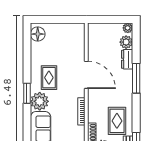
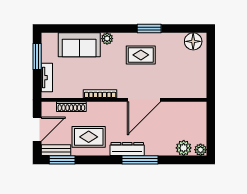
dresser: (127, 59) -> (127, 149), moved, width x1.44
window: (27, 93) -> (149, 29), moved
plant: (40, 101) -> (107, 39), width x0.53, depth x0.53

